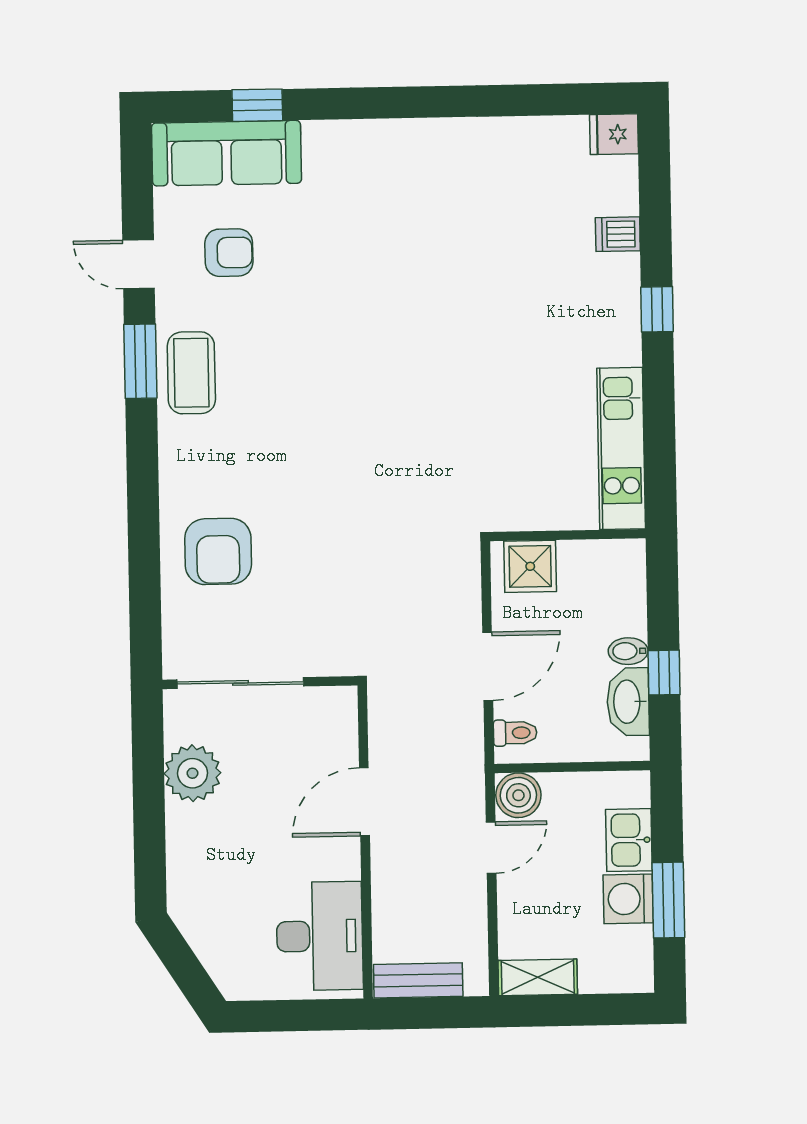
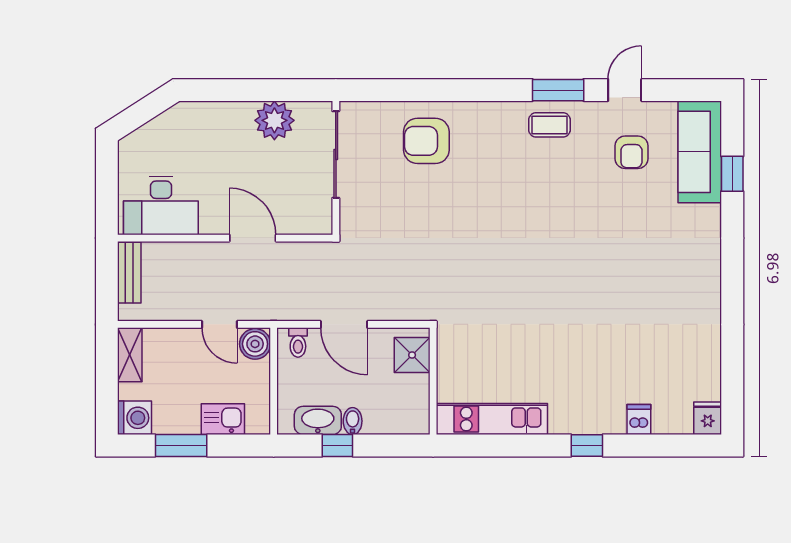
coffee table: (191, 373) -> (549, 125), width x0.73, depth x0.77
washing machine: (628, 899) -> (134, 418), moved, turned 90

